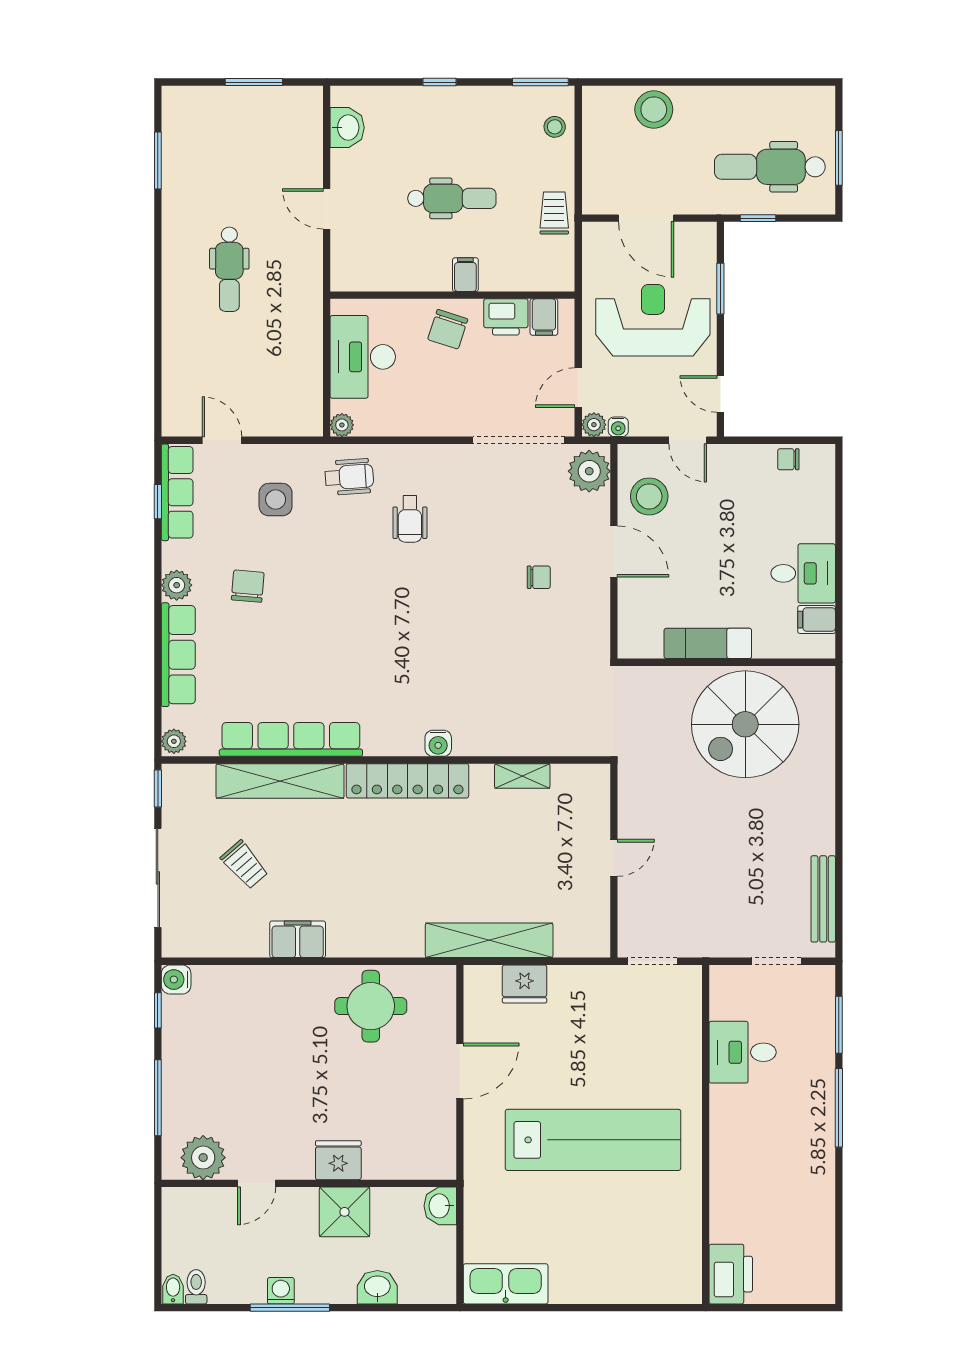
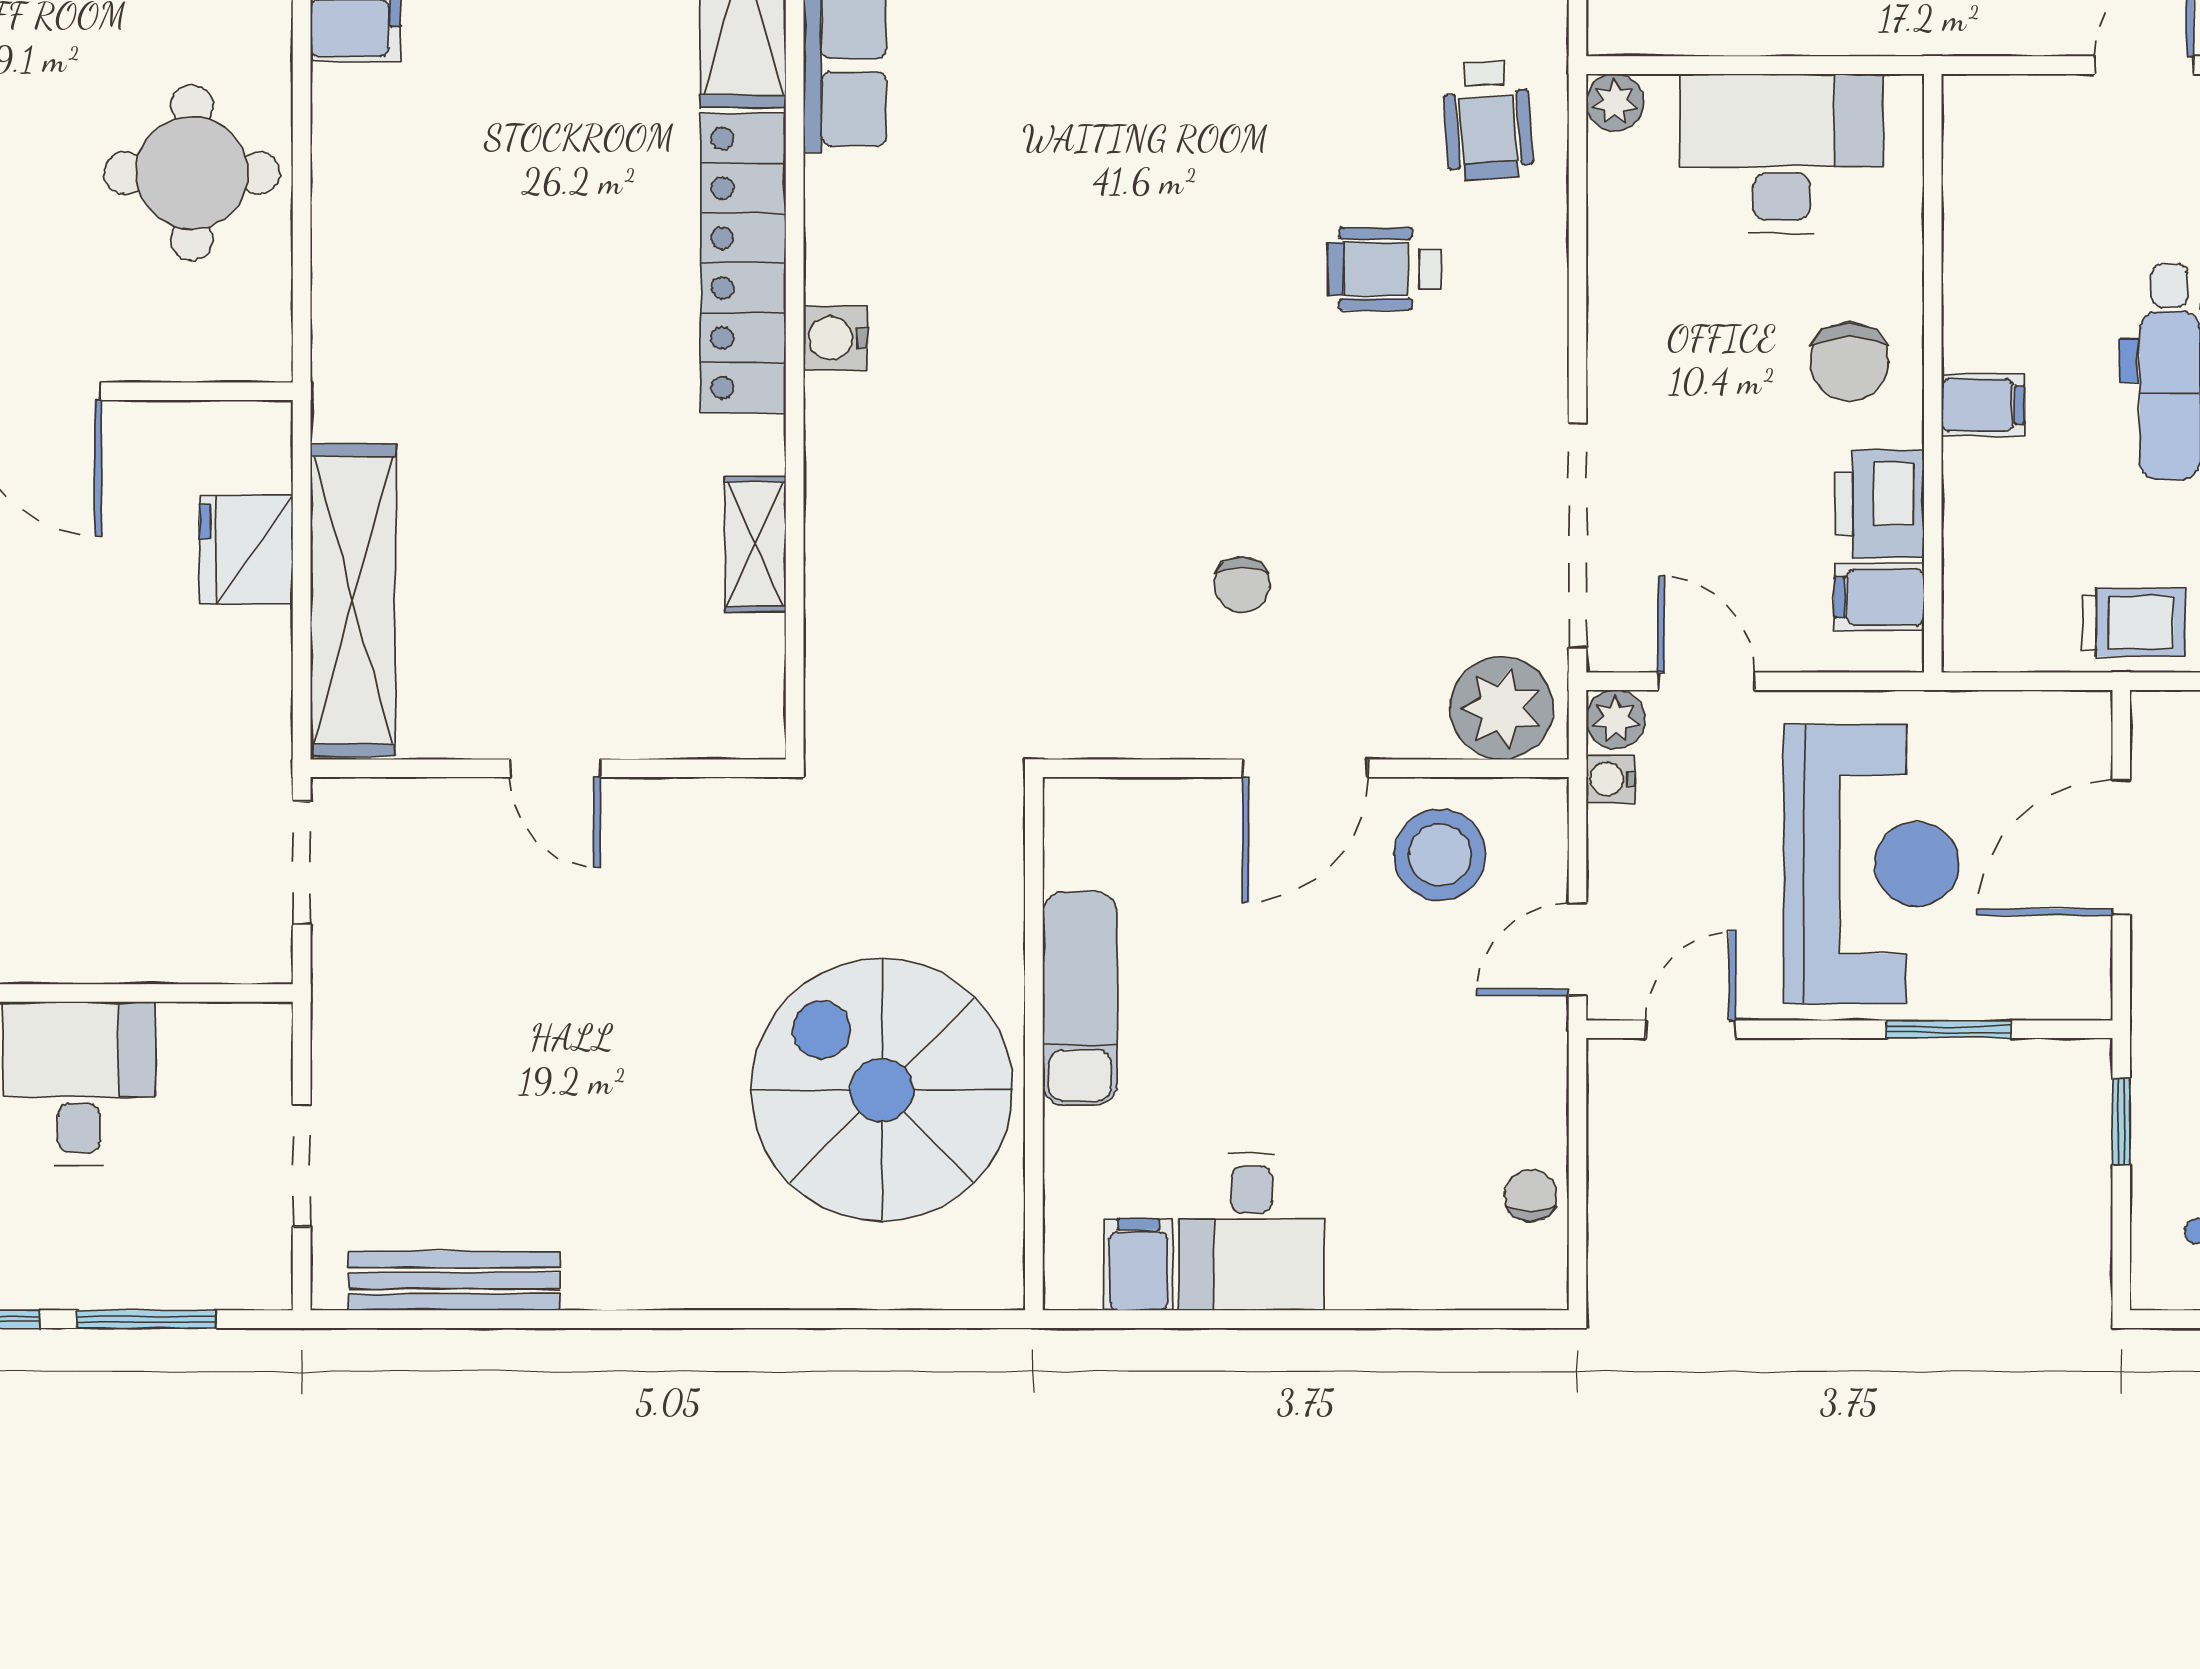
chair: (448, 329) -> (1849, 362), turned -108
shelving: (489, 940) -> (353, 600), moved

